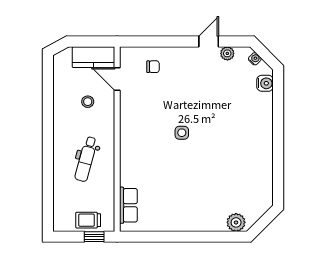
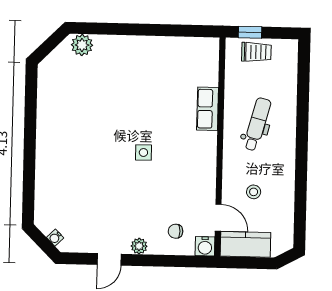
plant: (227, 53) -> (139, 246), moved
water cooler: (265, 83) -> (205, 246), moved, turned -90
row of seats: (128, 205) -> (208, 109), moved

